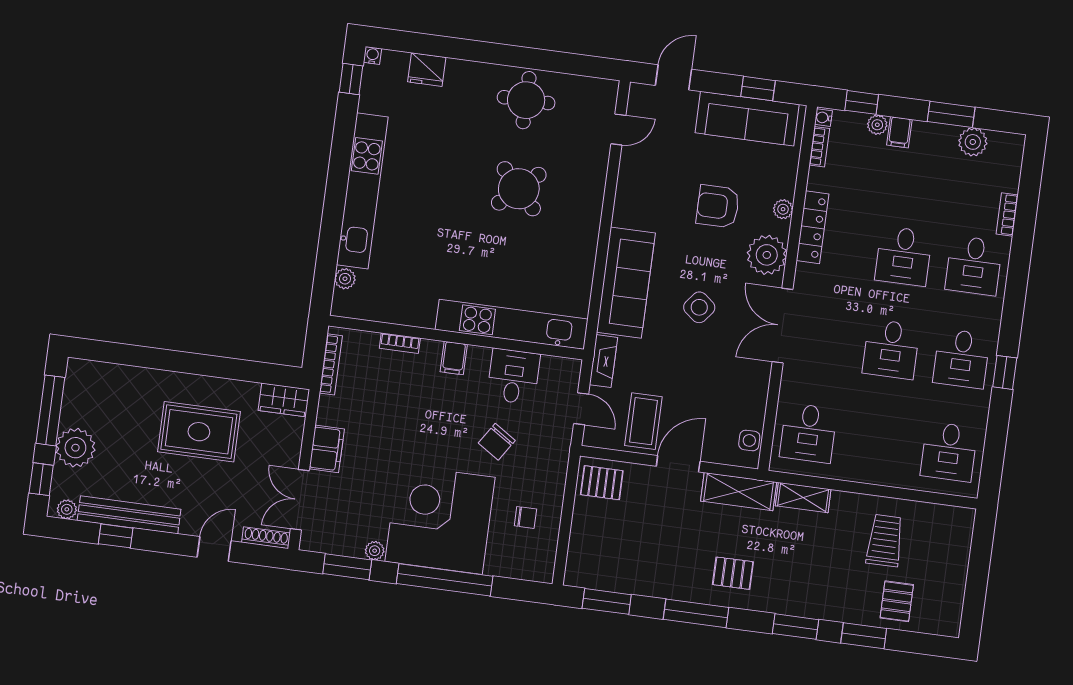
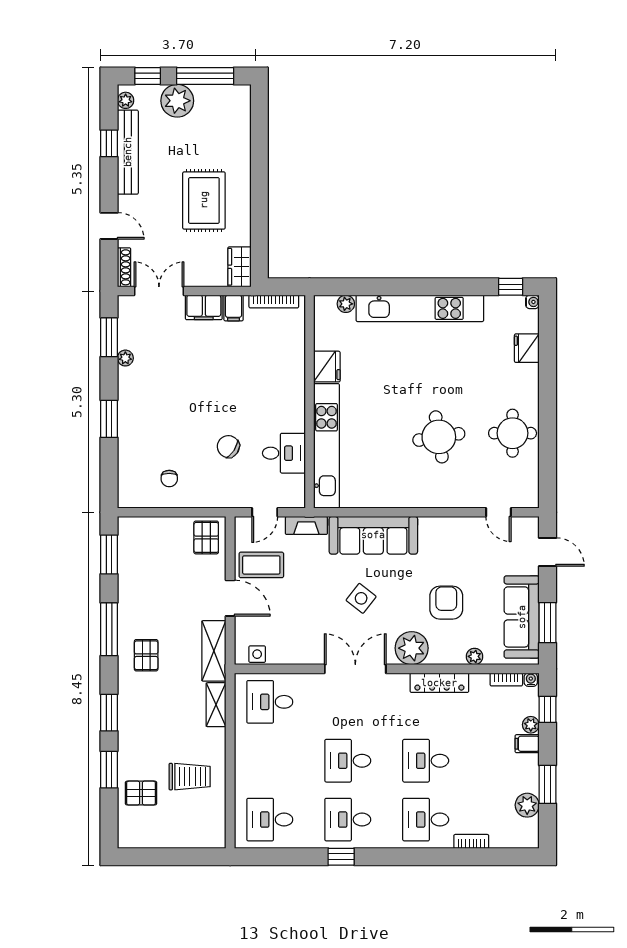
window: (758, 89) -> (547, 623), width x1.50
round table: (519, 189) -> (439, 437), turned 34
plant: (783, 209) -> (475, 656), moved
fridge: (417, 311) -> (327, 367), added
bookcase: (400, 343) -> (299, 356), removed
filing cabinet: (454, 358) -> (234, 308), moved, turned -90
corner desk: (440, 519) -> (158, 408), removed
window: (445, 580) -> (109, 419), width x0.47

